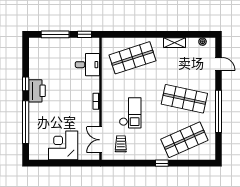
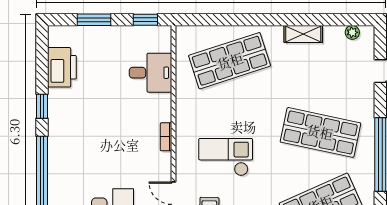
window: (55, 34) -> (94, 20), width x0.69
printer: (37, 91) -> (62, 67), moved
checkout: (130, 113) -> (226, 157), turned -90

